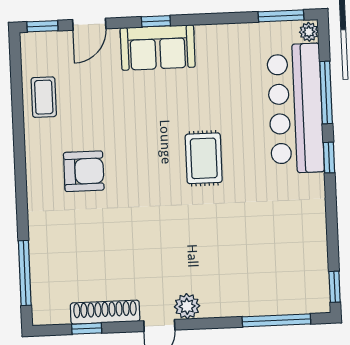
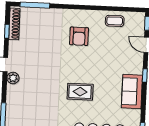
sofa: (158, 48) -> (132, 92), moved
shoe rack: (105, 312) -> (14, 24), moved

